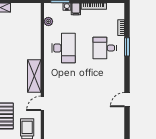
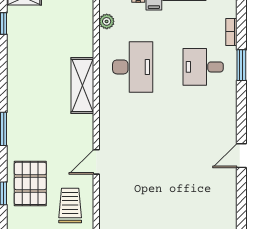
shelving: (34, 76) -> (82, 86), moved

